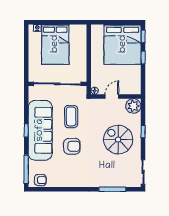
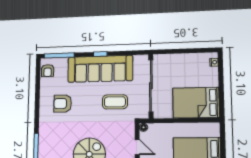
bed: (55, 44) -> (196, 103), moved
armchair: (72, 146) -> (63, 103), moved, turned 90

